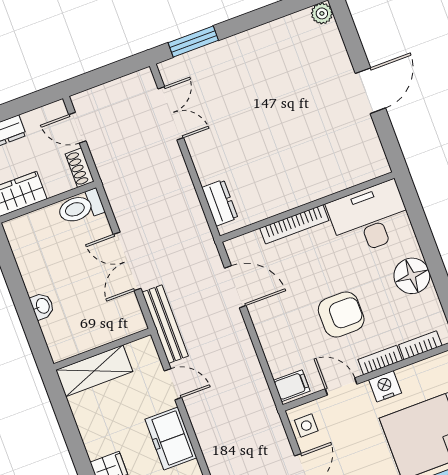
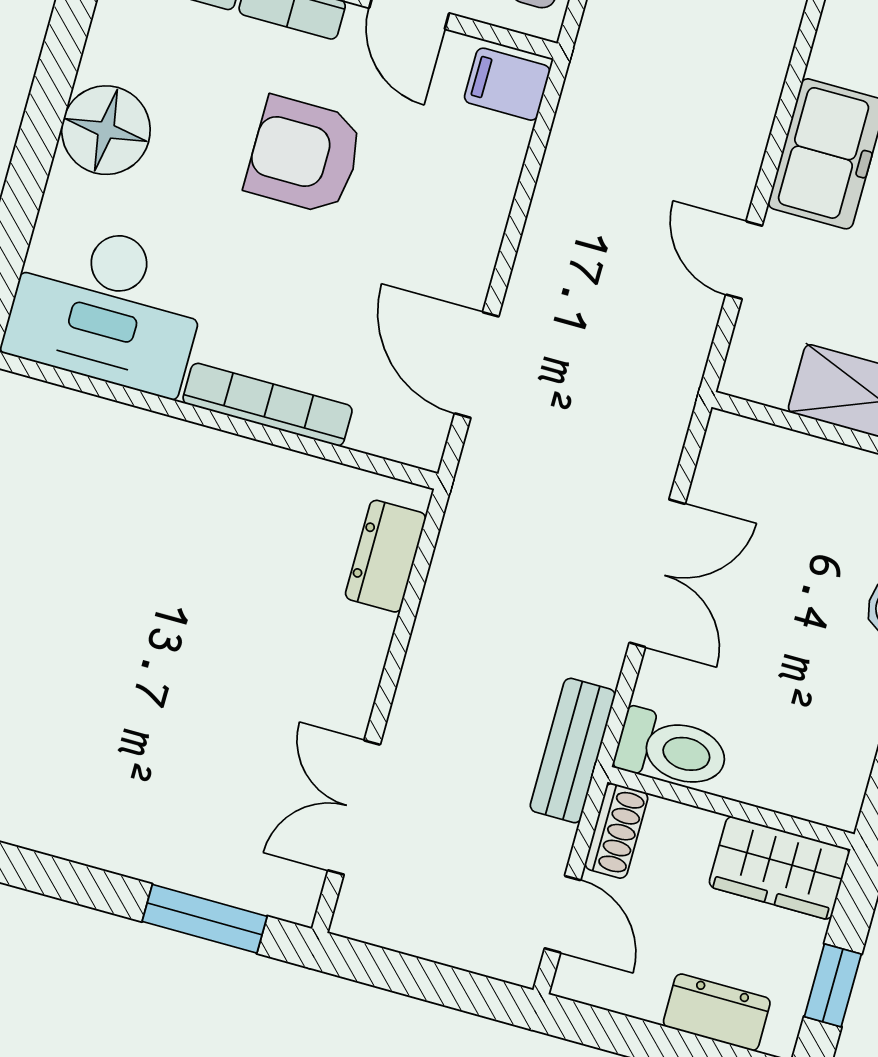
bench: (165, 324) -> (573, 751), moved, width x0.73

